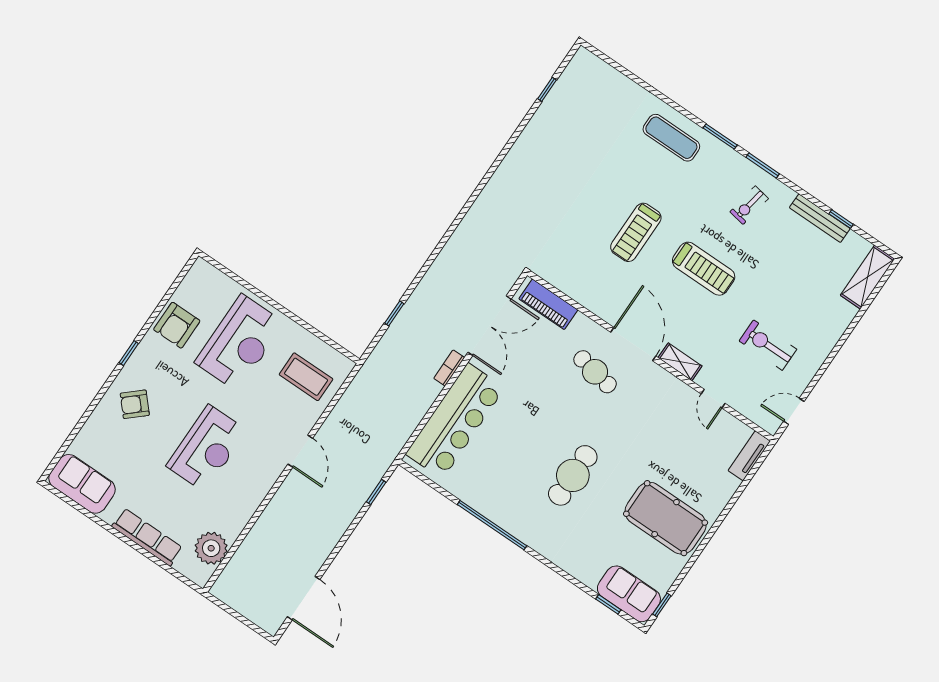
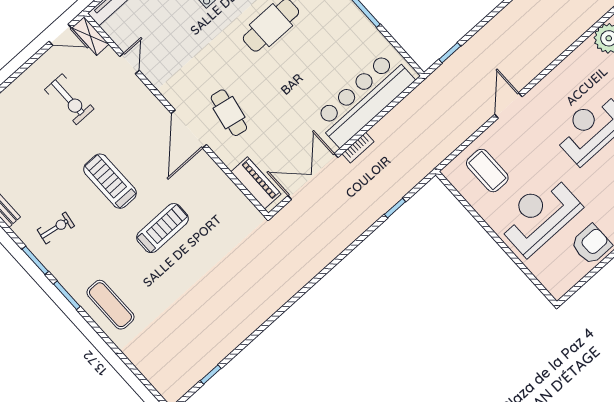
shelving: (680, 362) -> (90, 36), moved

